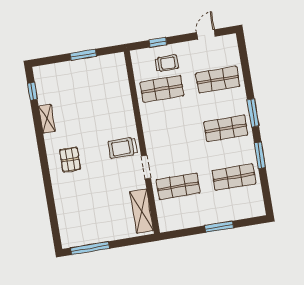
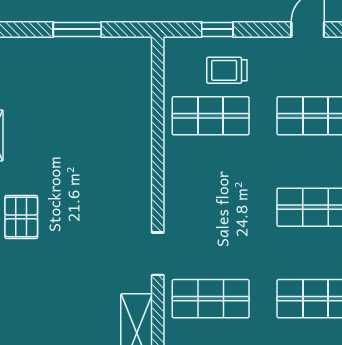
trolley: (167, 63) -> (227, 70), turned 180
trolley: (123, 148) -> (121, 211), removed

